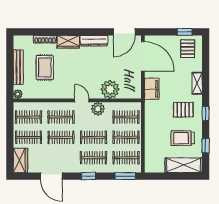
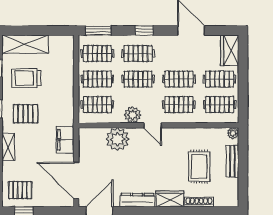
pallet: (188, 49) -> (20, 190), turned 90
bench: (18, 67) -> (232, 161), width x0.73
trolley: (183, 138) -> (26, 78), turned 180

